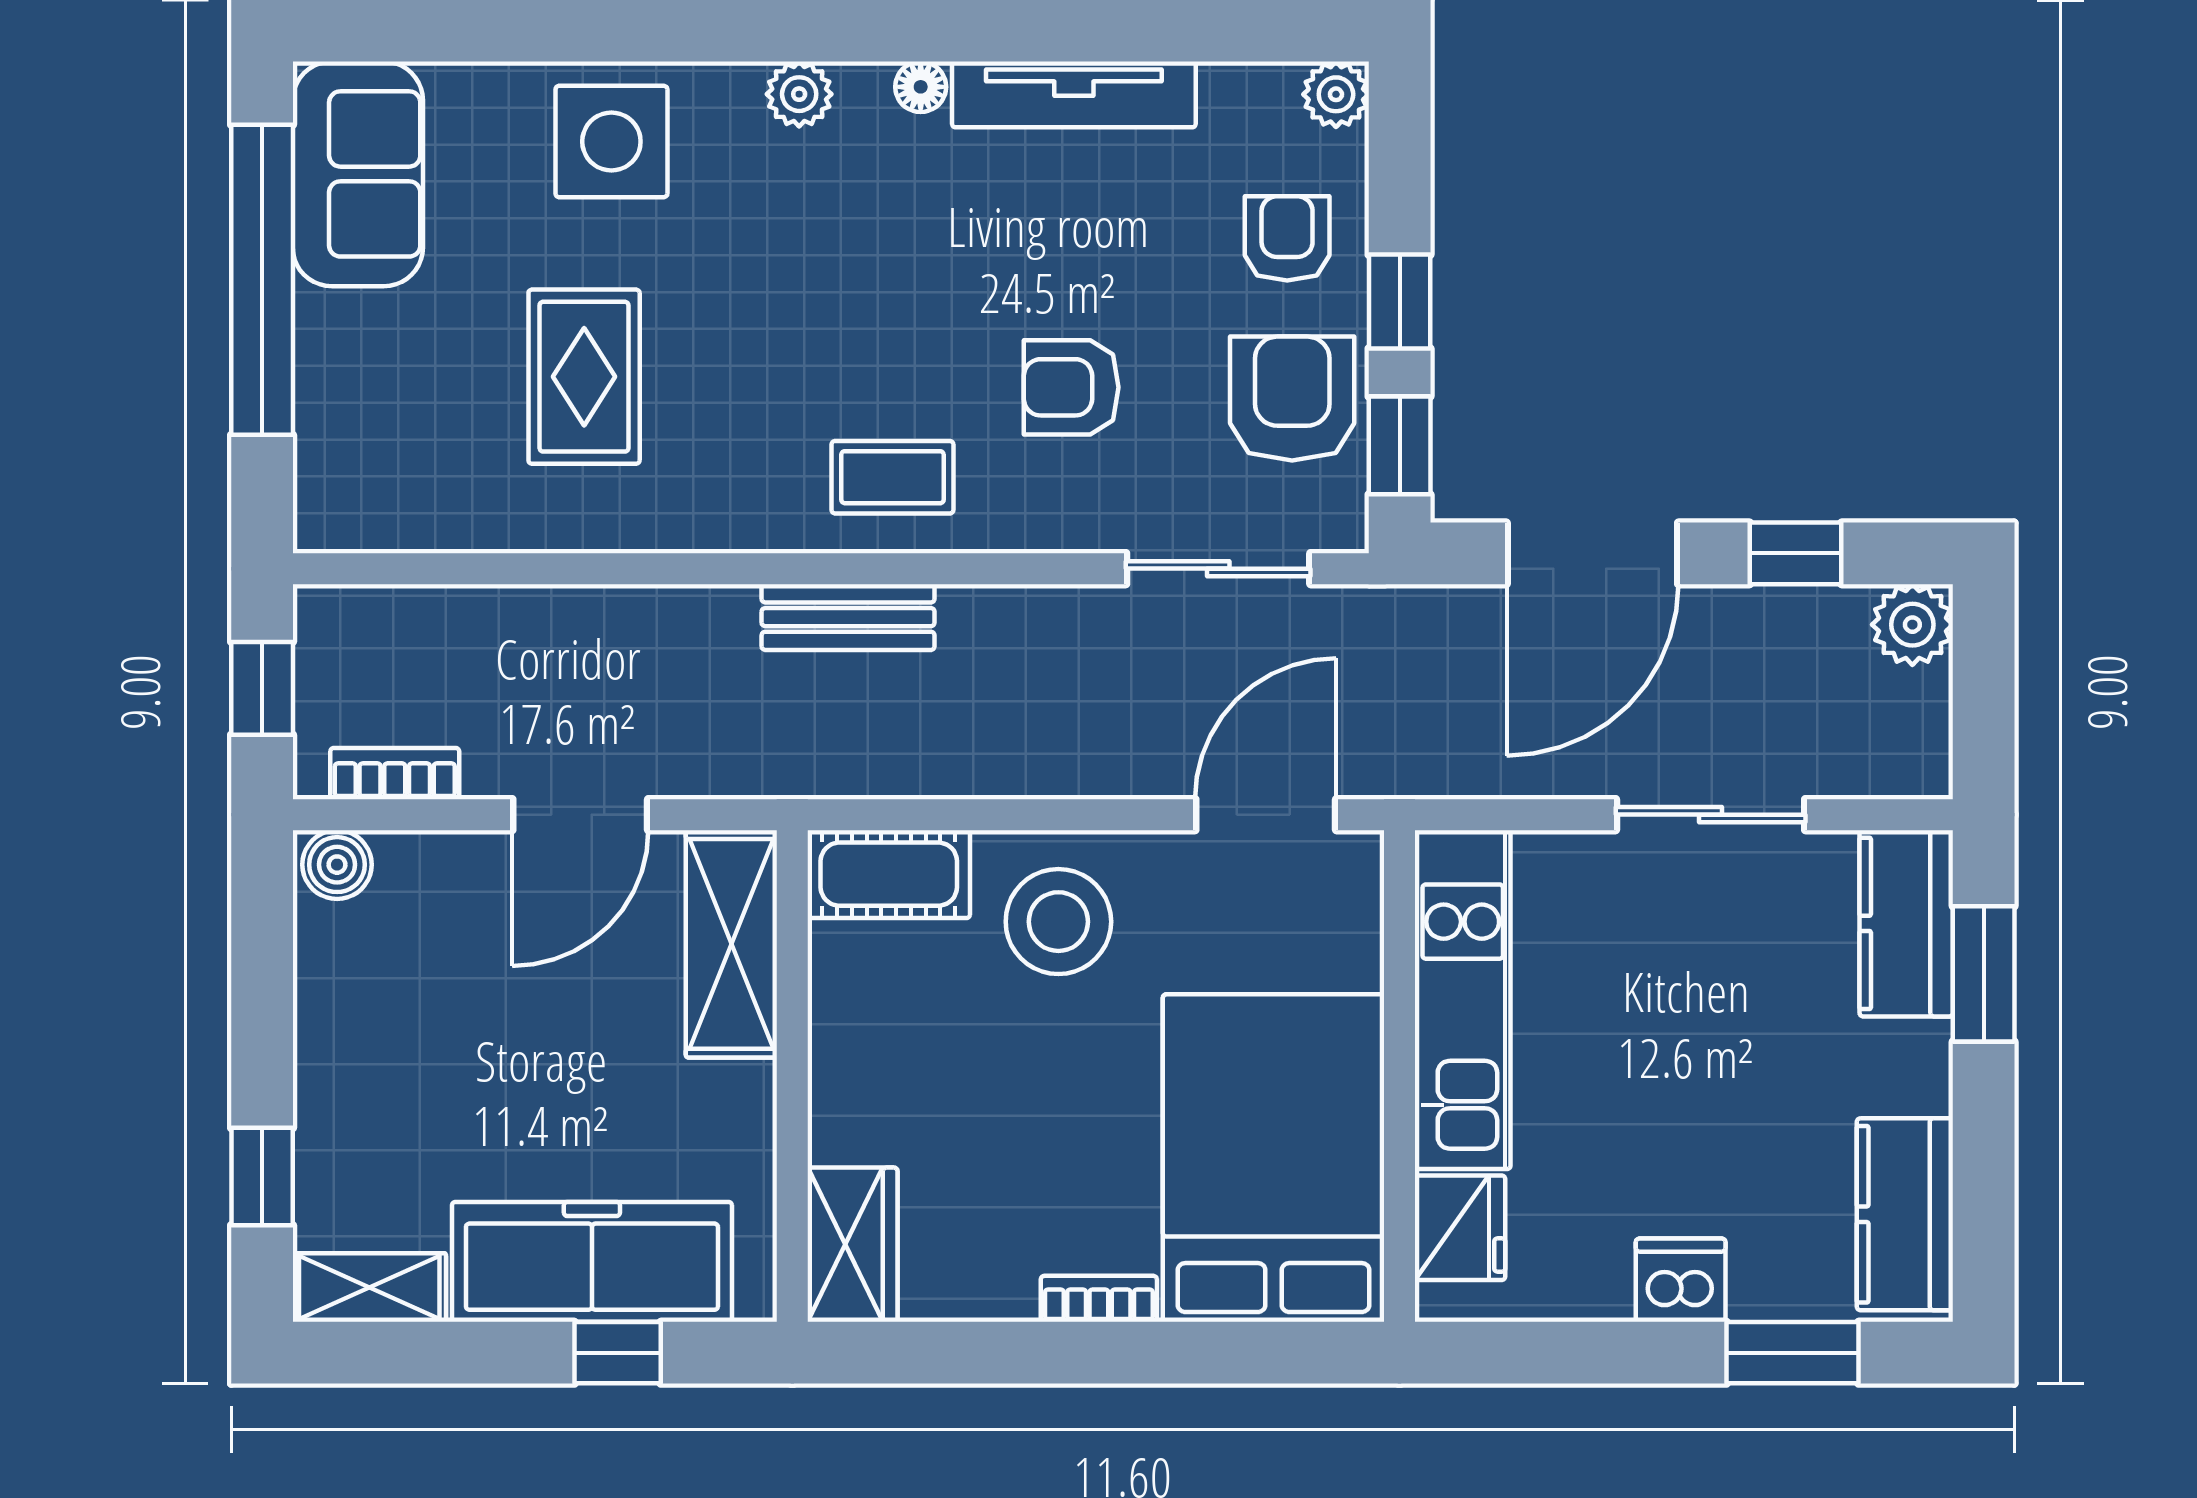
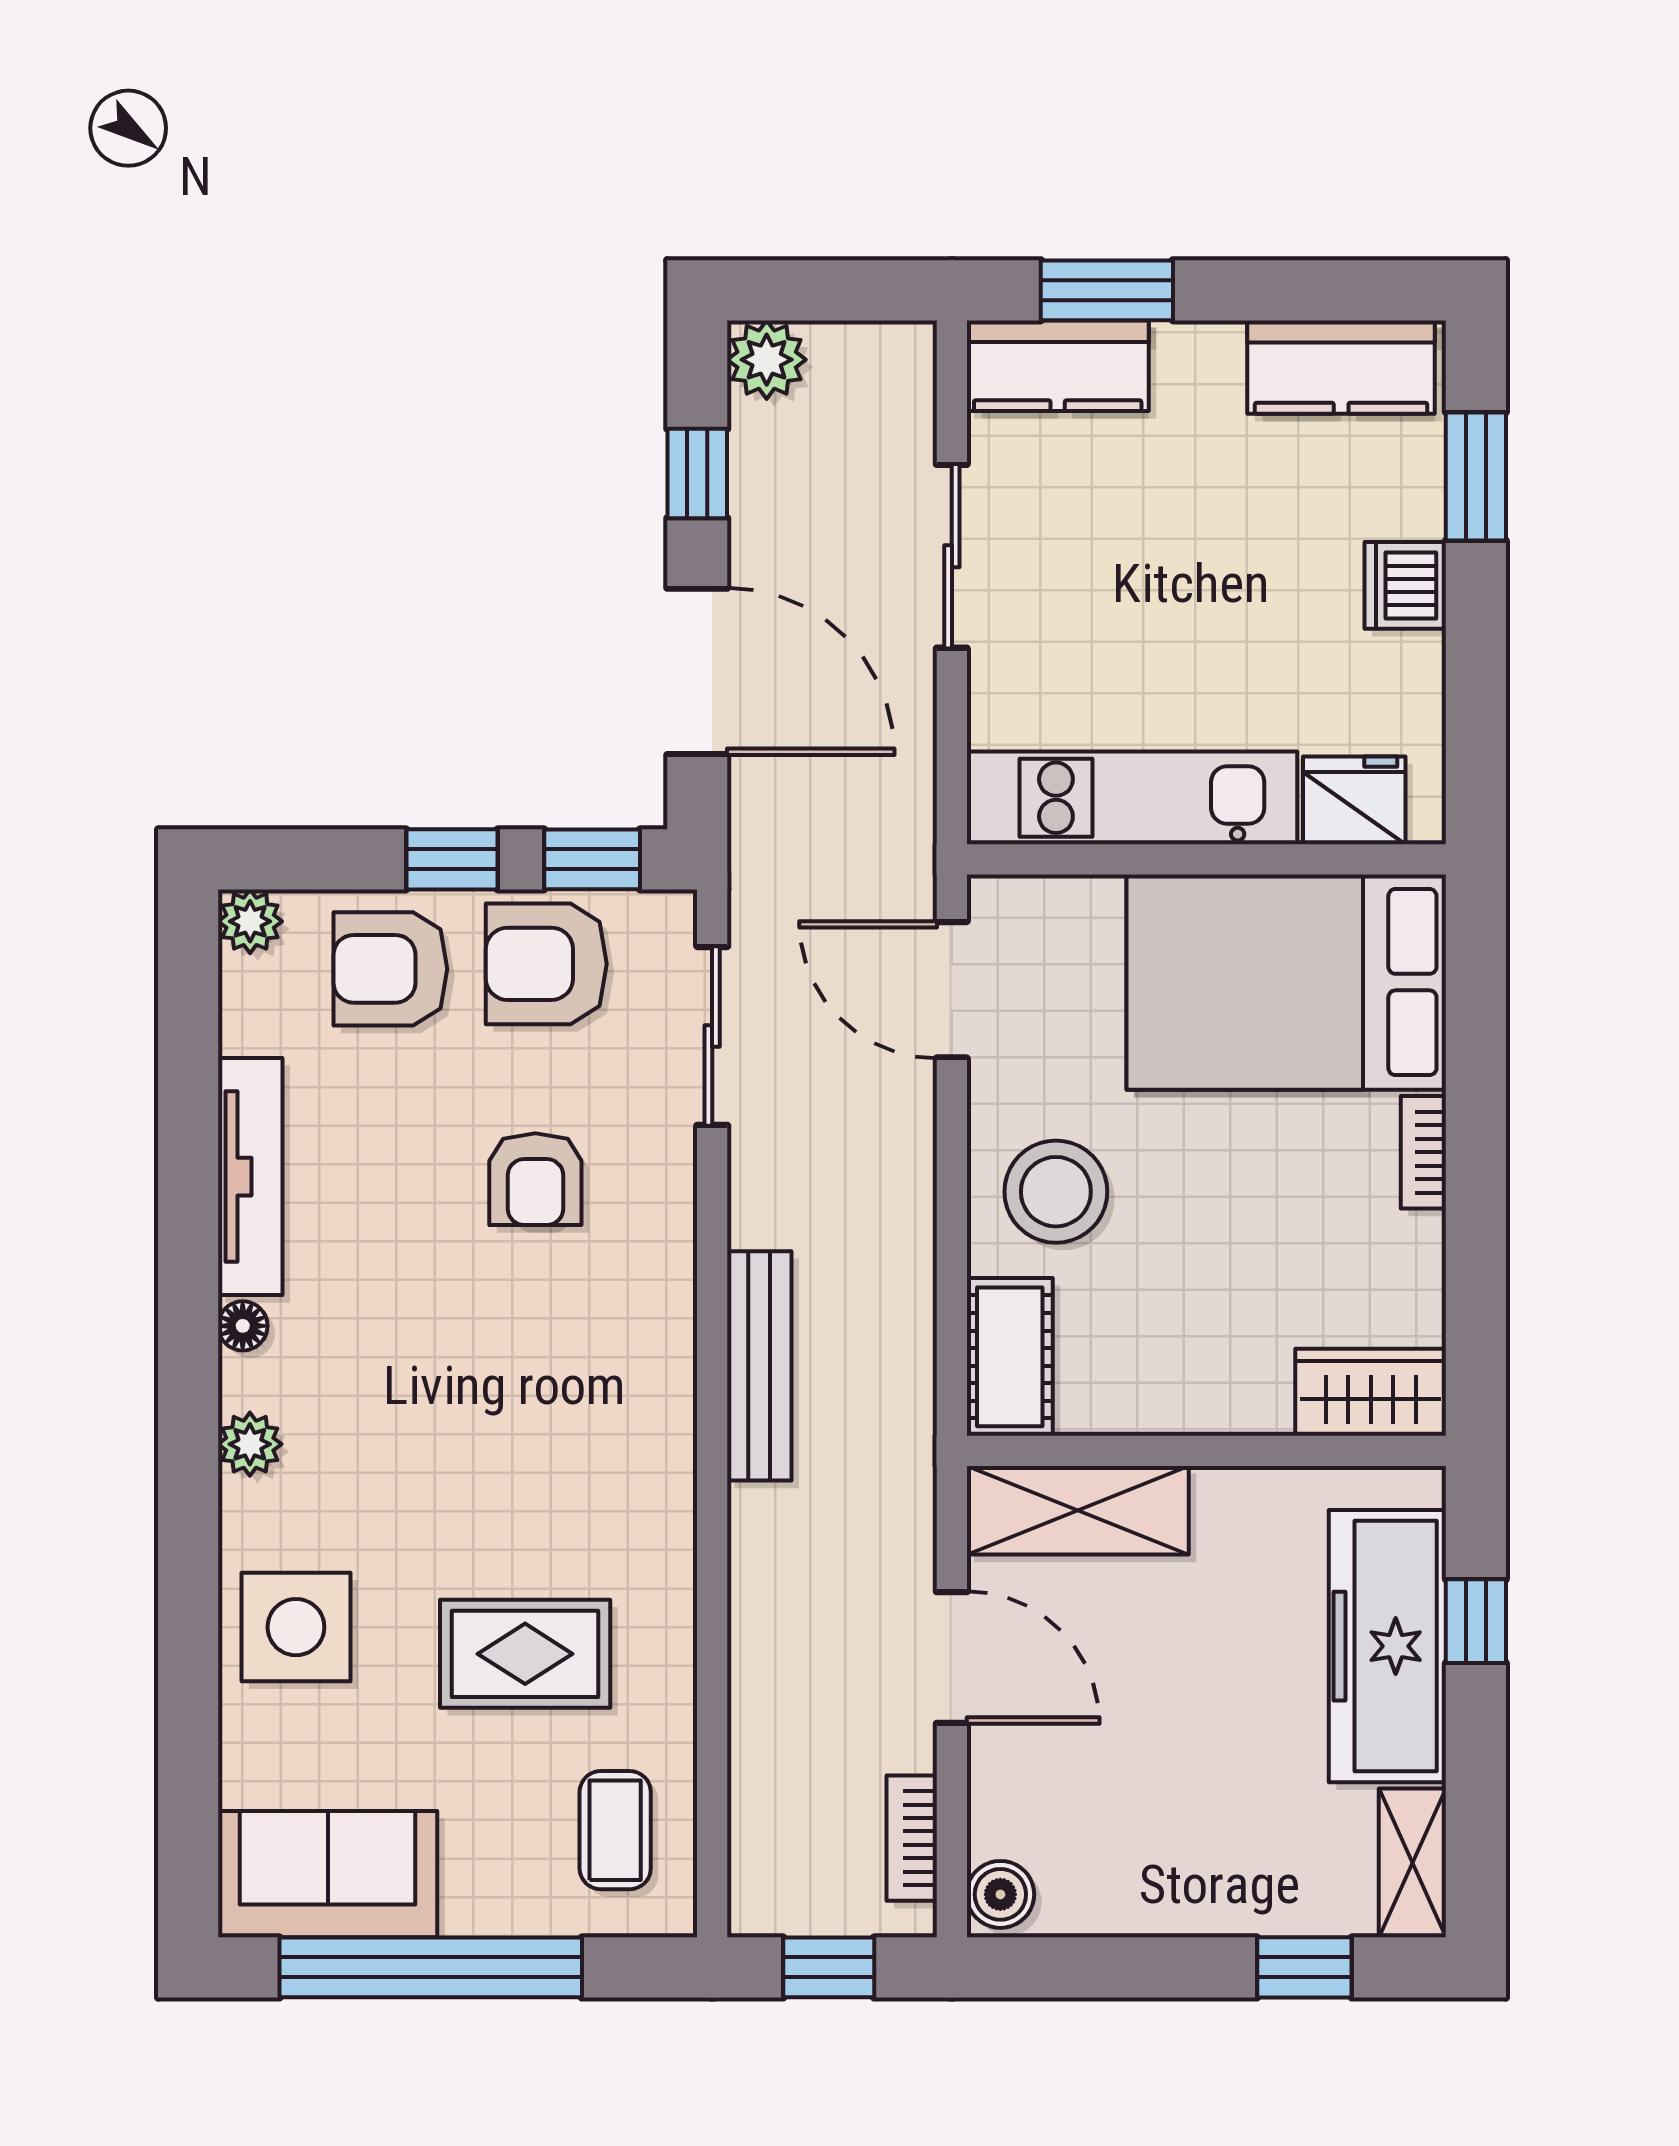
armchair: (1287, 238) -> (390, 969), width x1.38, depth x1.38
coffee table: (892, 477) -> (615, 1830), moved
bench: (848, 617) -> (759, 1366), width x1.36

